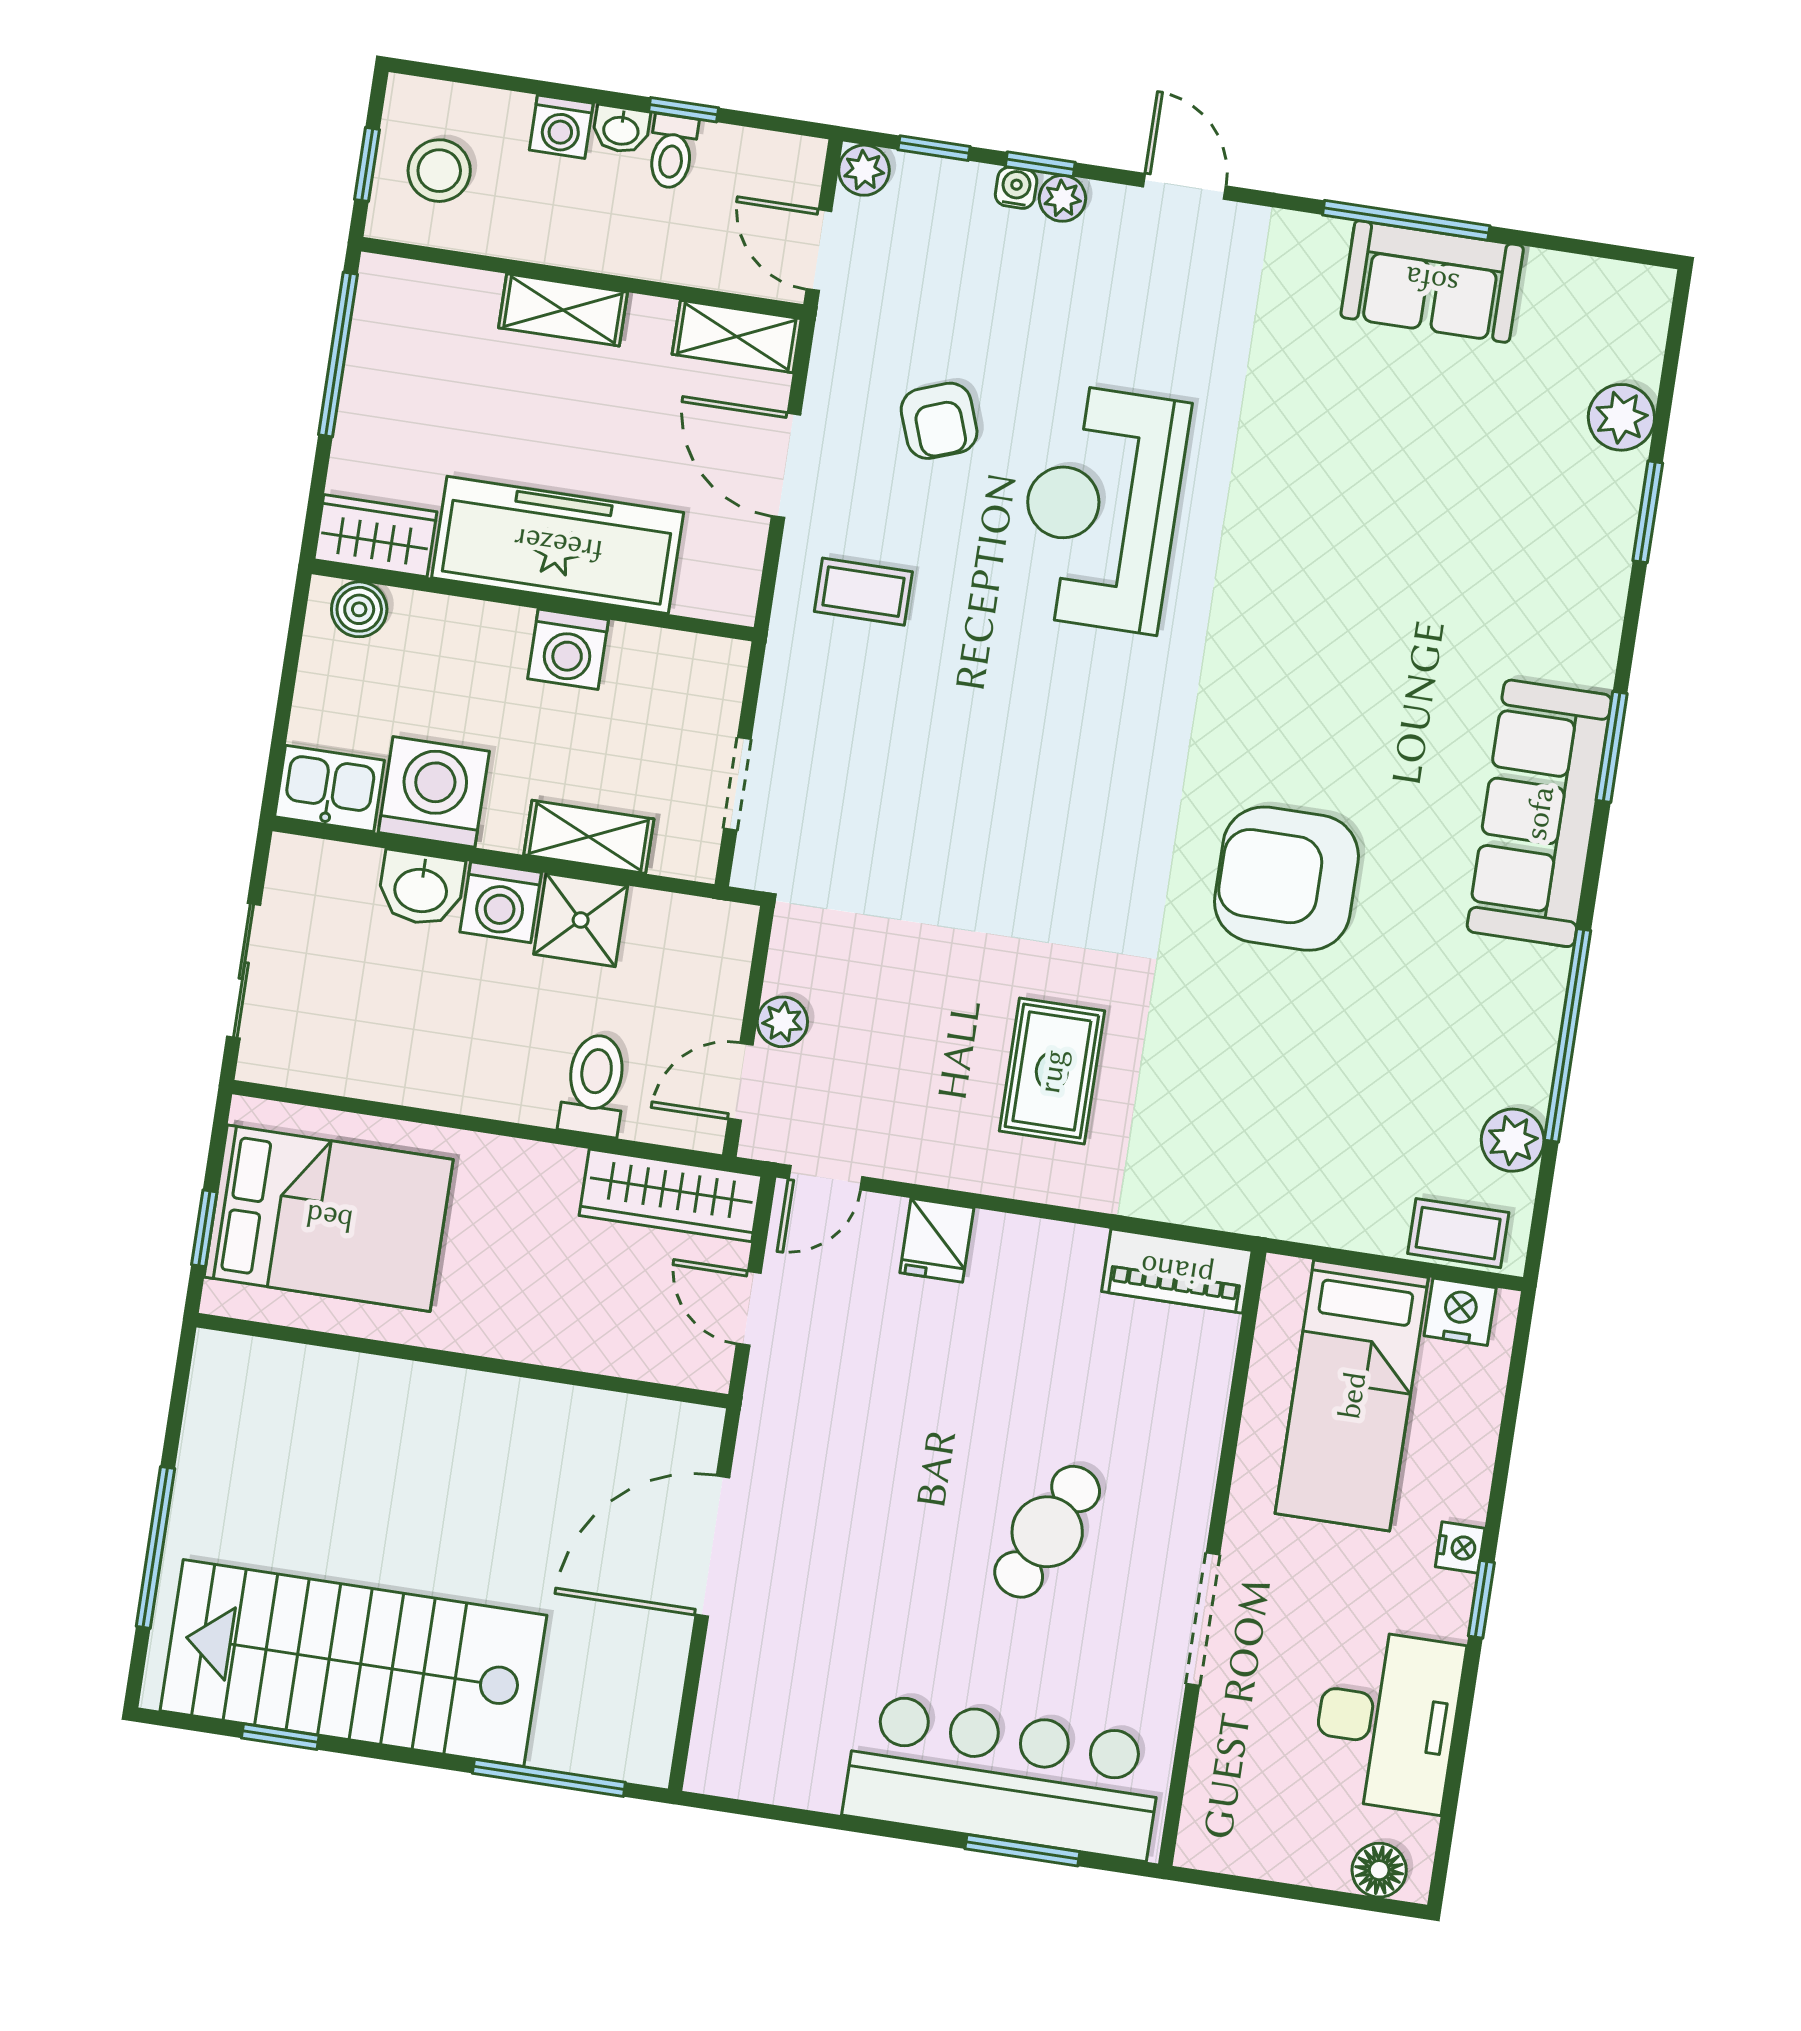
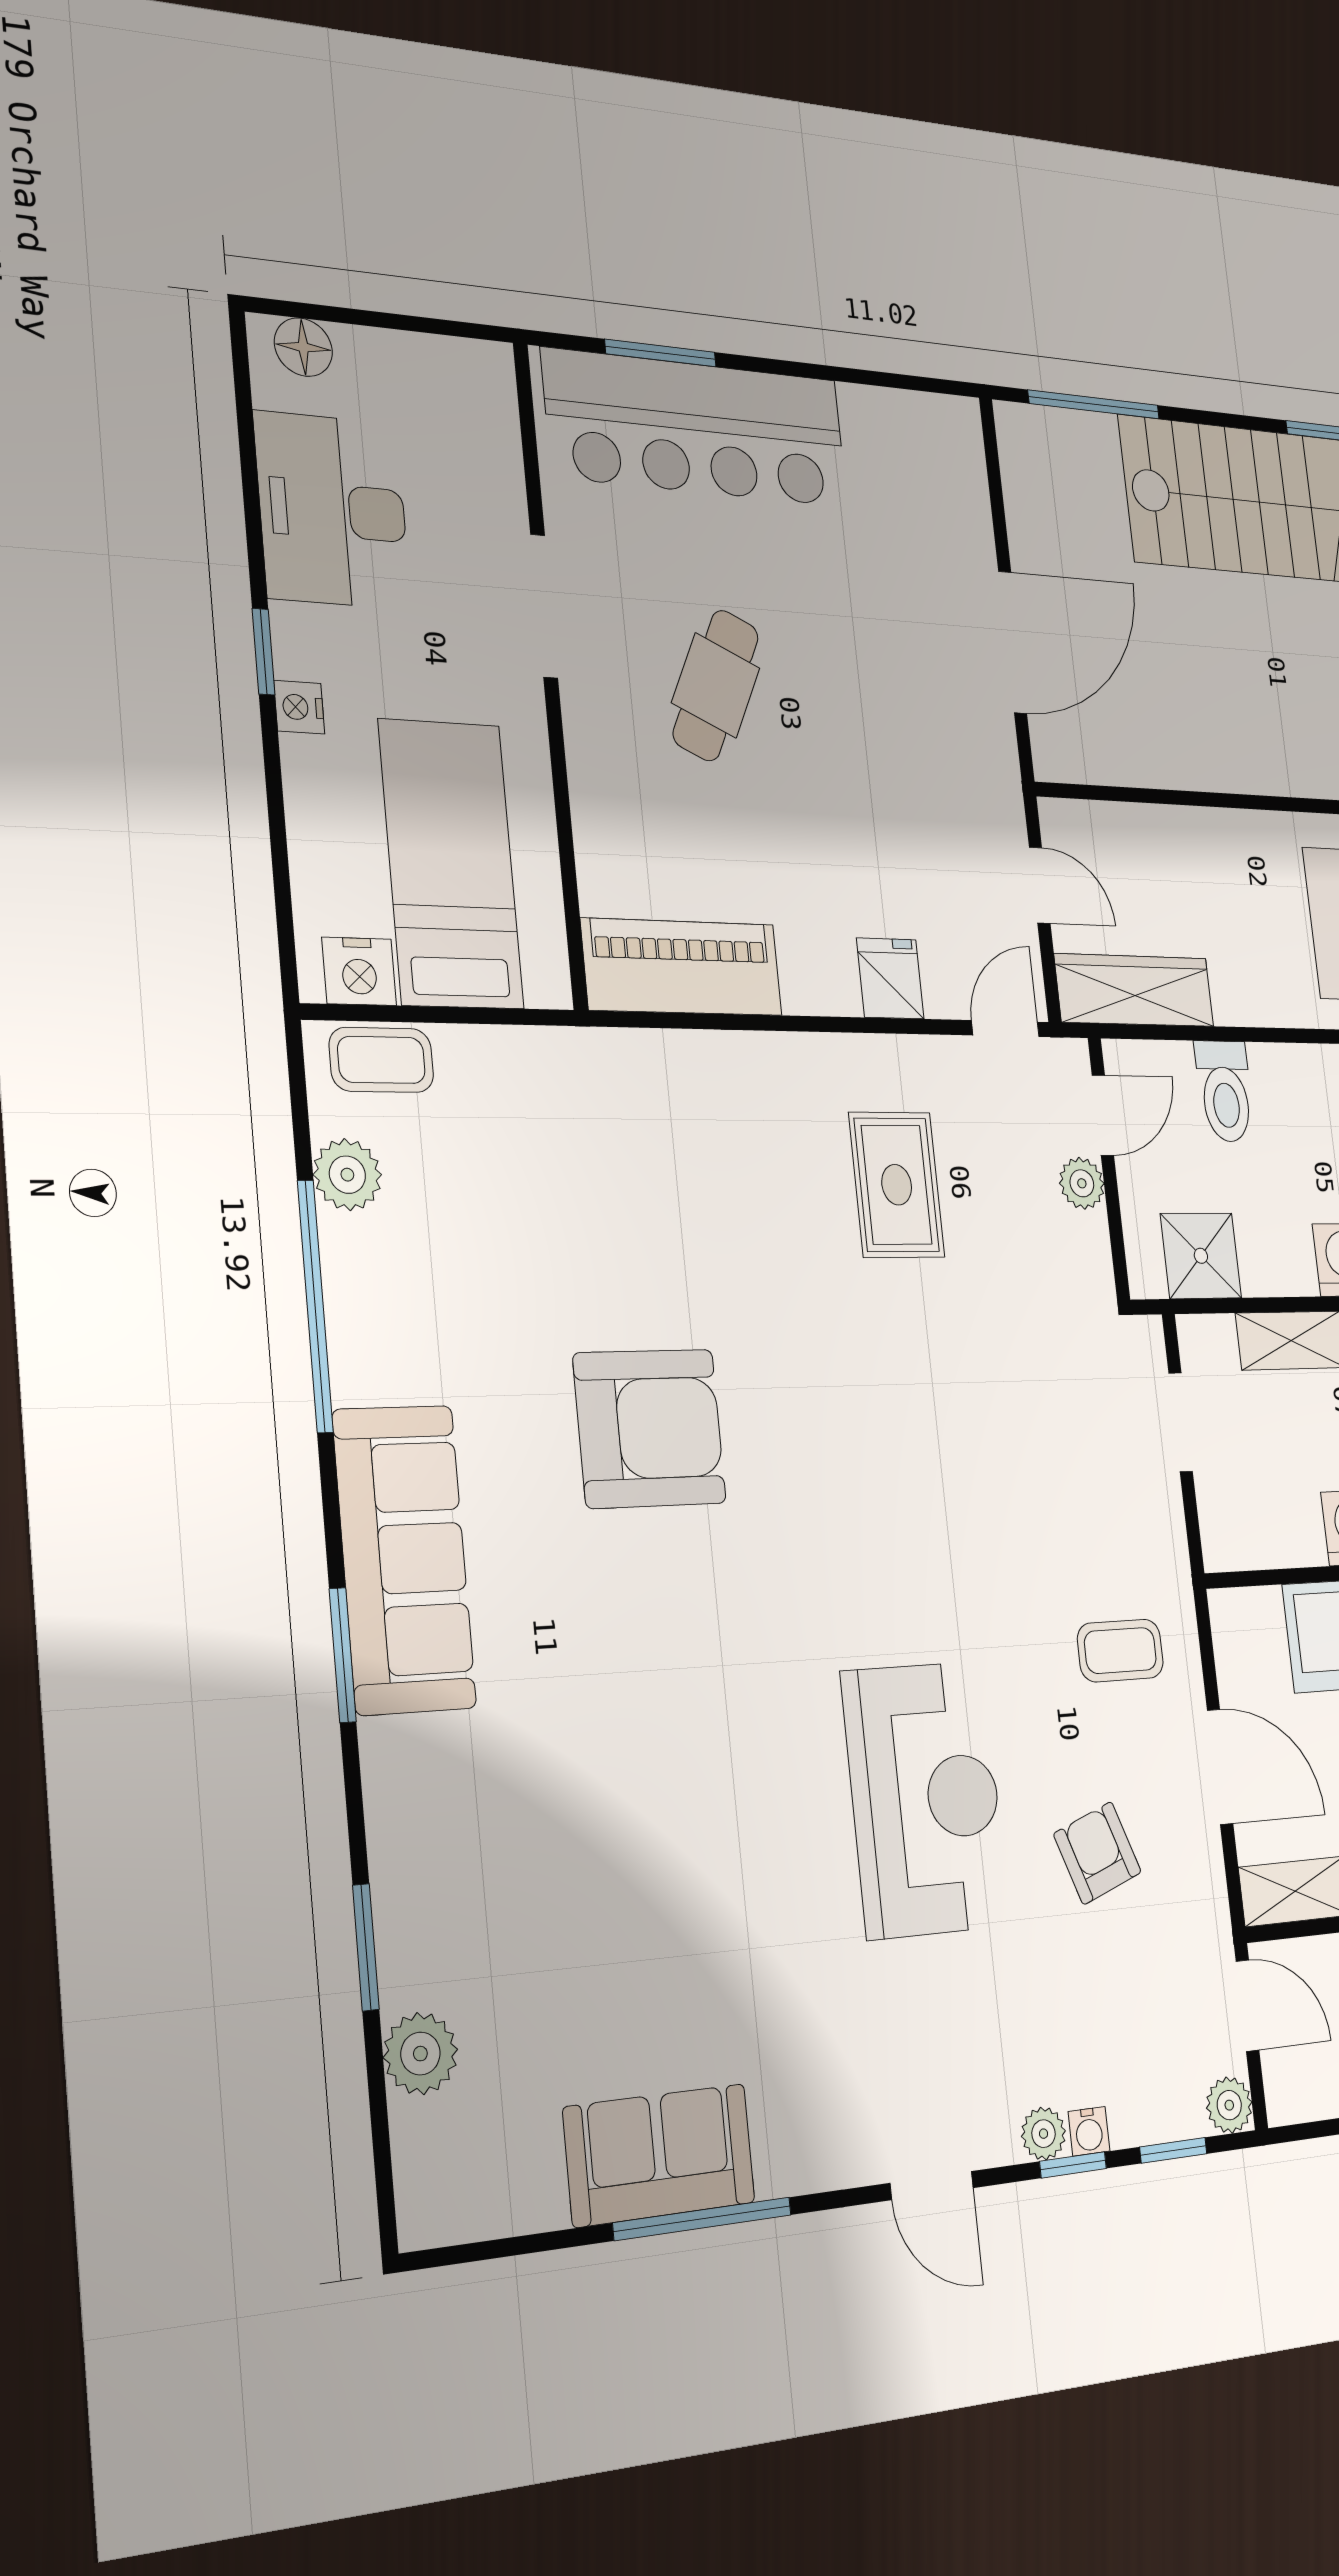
shower: (581, 920) -> (1201, 1256), moved
rug: (1052, 1071) -> (897, 1185), moved
piano: (1177, 1271) -> (682, 967), width x1.37, depth x1.33

